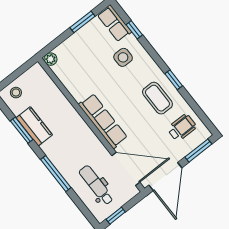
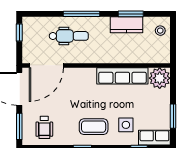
plant: (51, 59) -> (160, 78), width x1.88, depth x1.88
coffee table: (157, 98) -> (94, 127), moved
row of seats: (103, 121) -> (122, 76), moved
dental chair: (96, 185) -> (69, 36), moved

